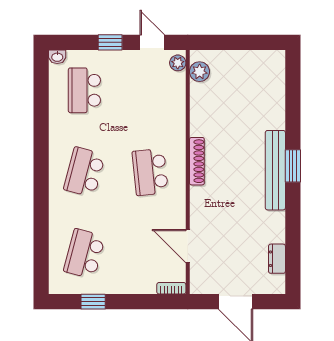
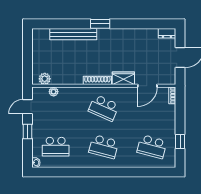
plant: (178, 63) -> (54, 92), moved
bench: (275, 170) -> (73, 34), moved
school desk: (150, 172) -> (104, 108), turned 30
wardrobe: (200, 205) -> (123, 78), added
dresser: (277, 259) -> (167, 33), moved

